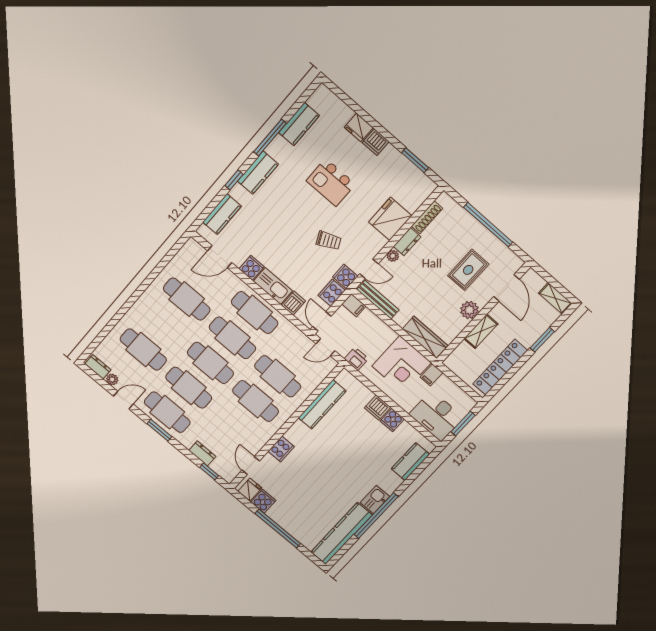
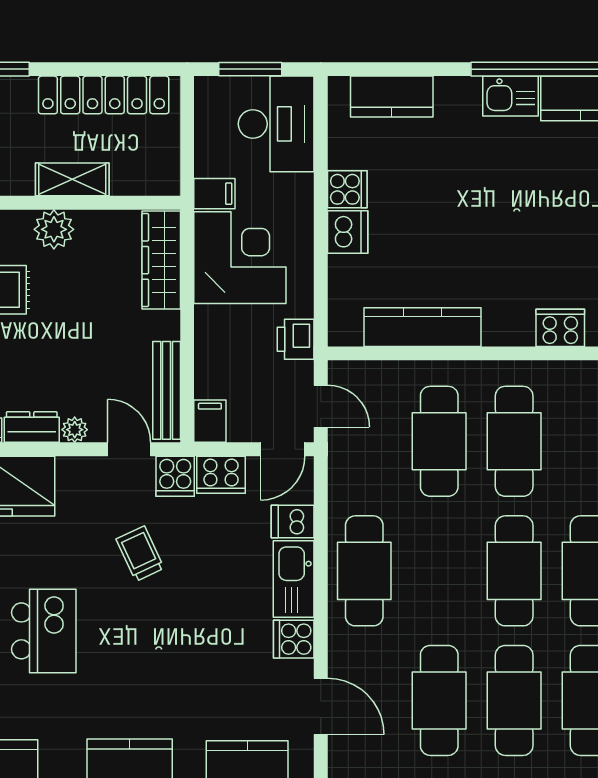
cafe table: (232, 338) -> (514, 700), moved

